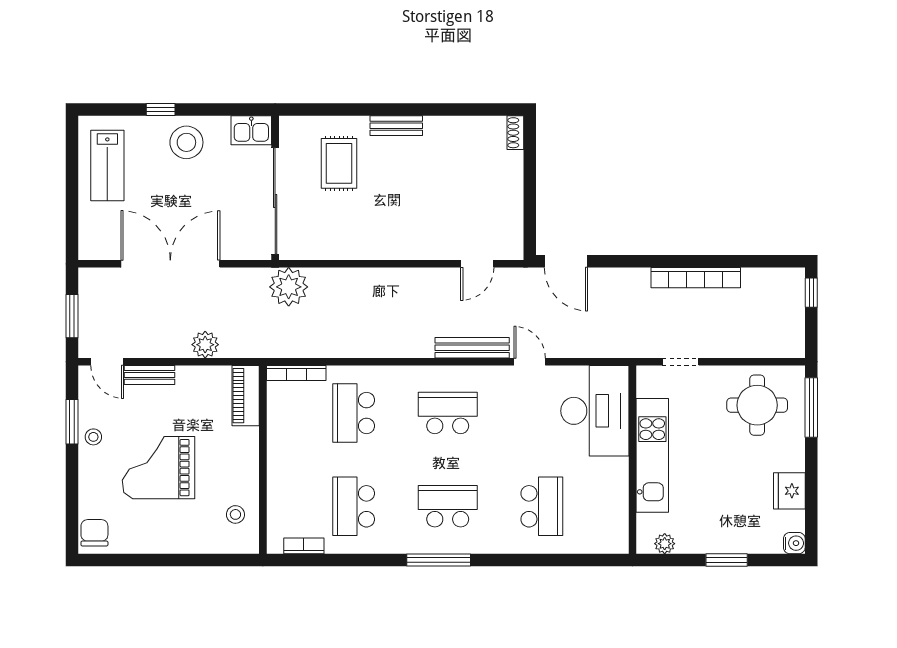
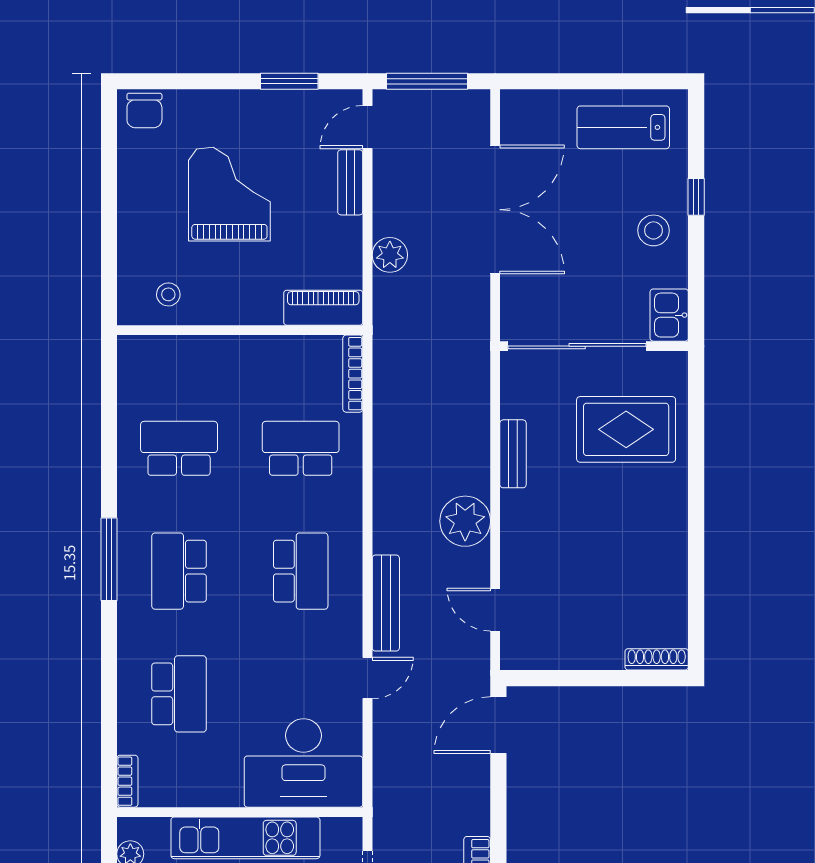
bench: (396, 126) -> (513, 454), moved
shoe rack: (515, 133) -> (657, 659), width x1.43
stool: (186, 142) -> (654, 230), width x0.73, depth x0.73
rug: (339, 163) -> (626, 429), width x1.36, depth x1.43
plant: (289, 287) -> (465, 521), moved
window: (72, 316) -> (427, 81), width x1.44
stool: (93, 437) -> (269, 109), removed
school desk: (448, 506) -> (179, 571), turned 180
school desk: (542, 506) -> (179, 694), turned -90
chair: (94, 533) -> (144, 111), turned 90
bookcase: (304, 546) -> (127, 781), moved

